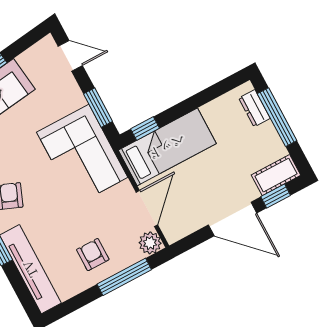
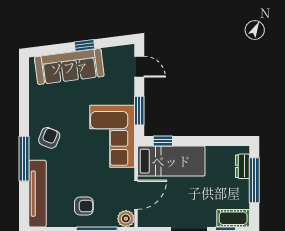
armchair: (93, 255) -> (84, 206), turned 90

